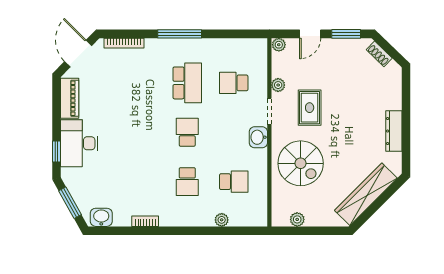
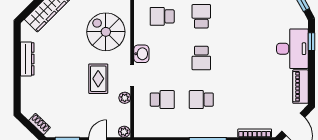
school desk: (187, 83) -> (201, 100), width x0.54

